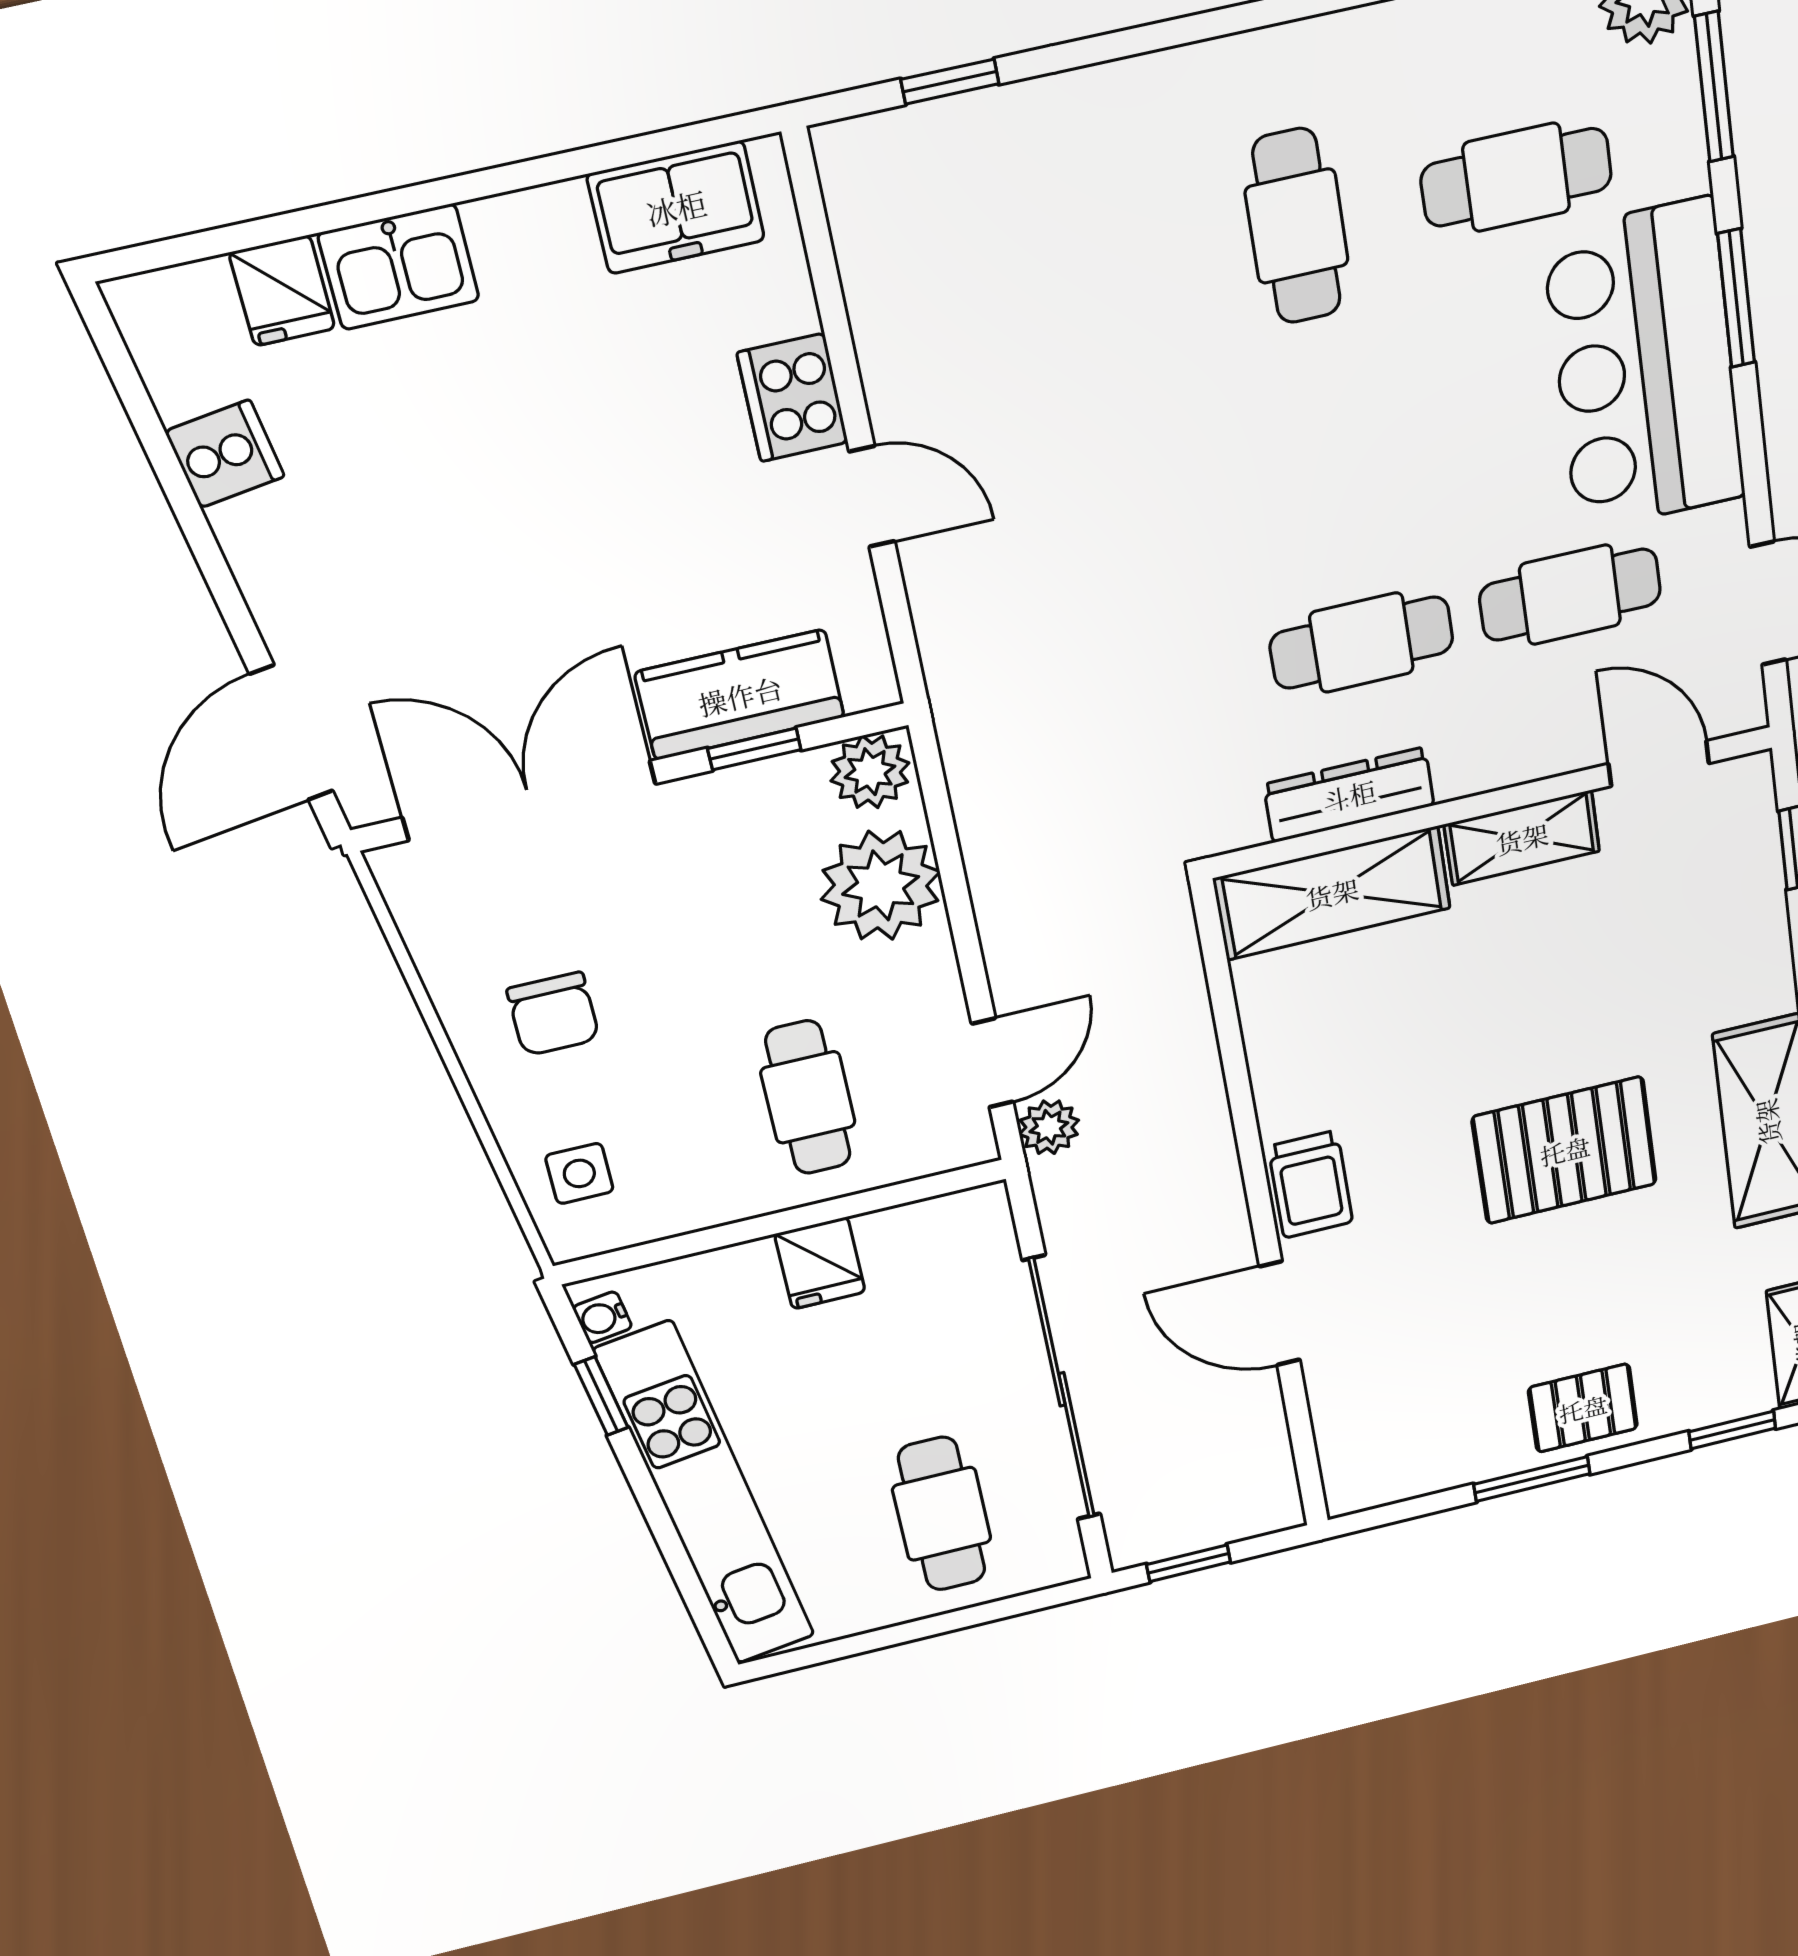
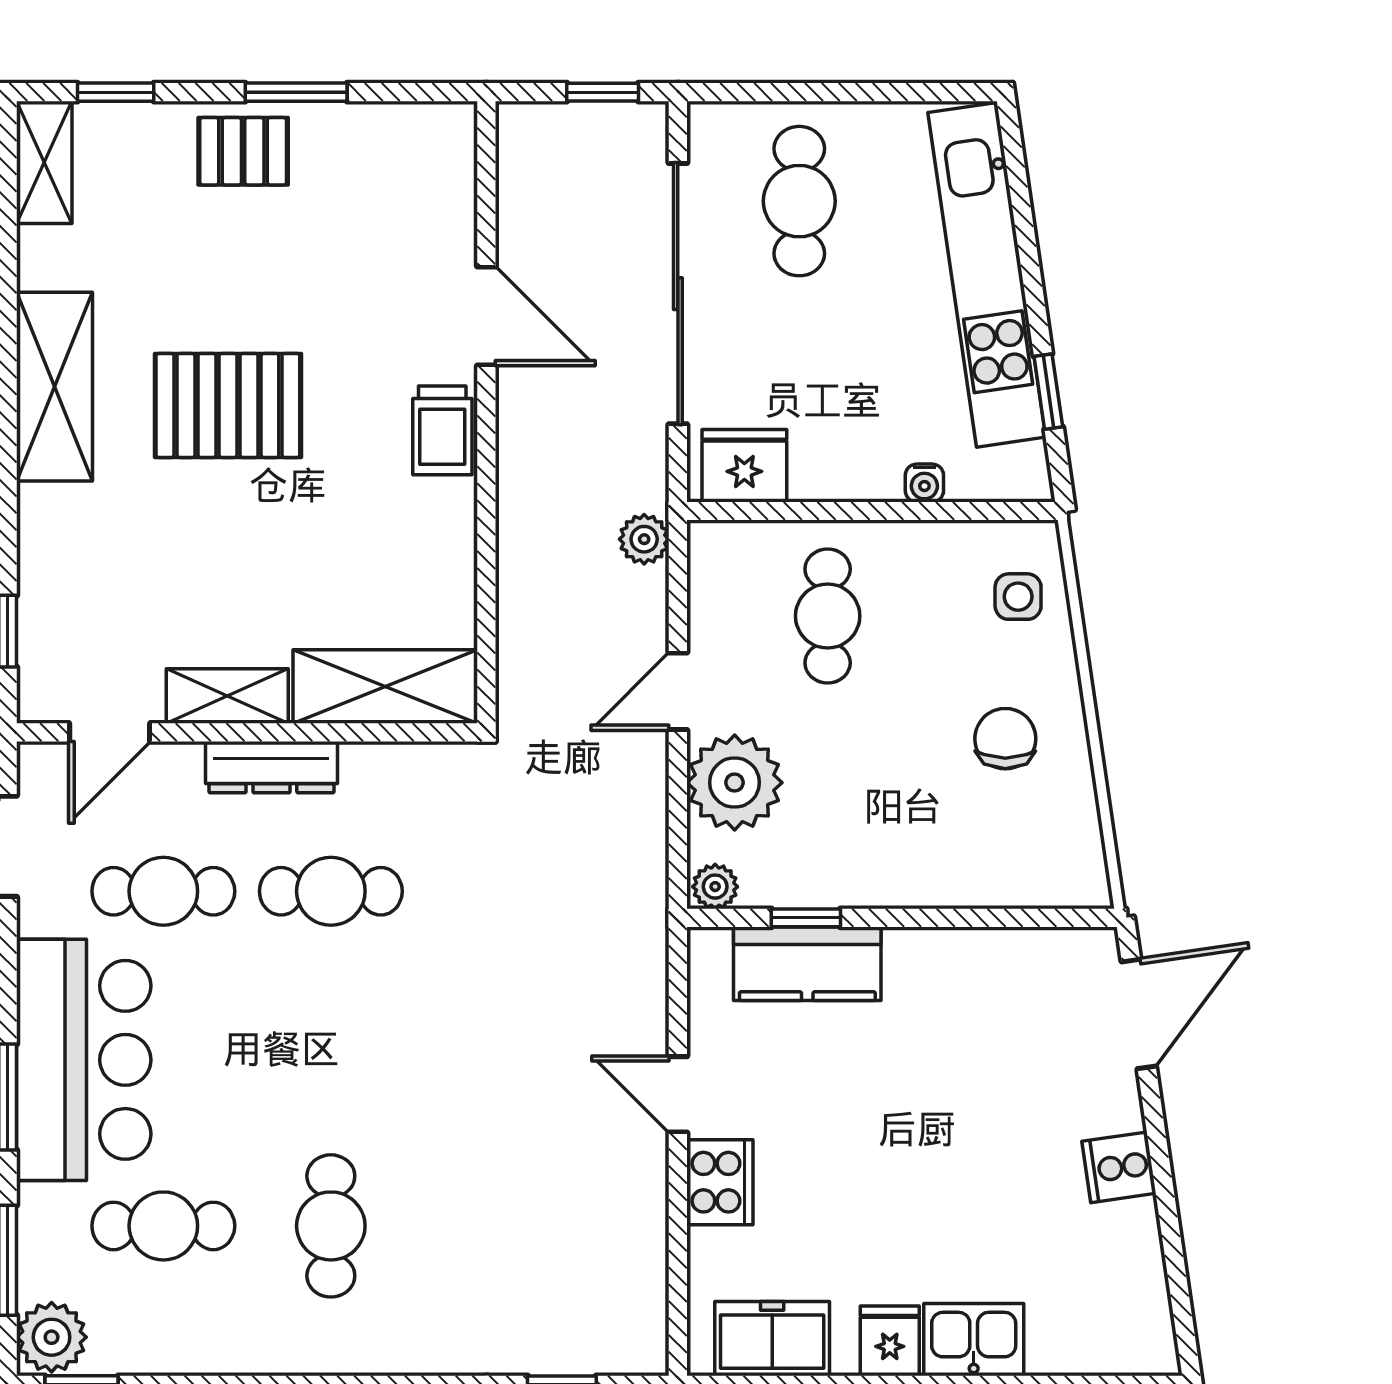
fridge: (282, 291) -> (890, 1341), moved
cooker: (225, 454) -> (1119, 1167), moved
door: (1659, 764) -> (110, 732), hinge flipped
plant: (870, 772) -> (715, 887), width x0.73, depth x0.73
dresser: (1349, 795) -> (271, 767), moved
double door: (529, 801) -> (981, 918), removed
door: (992, 1063) -> (678, 691), moved
trolley: (1310, 1184) -> (442, 430), turned 180
fridge: (820, 1263) -> (744, 466), moved, width x1.38
water cooler: (602, 1317) -> (924, 483), moved, turned 98

